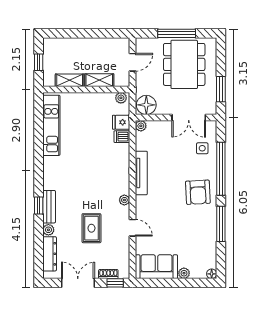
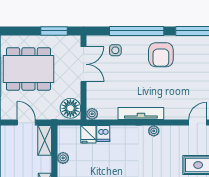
shelving: (99, 80) -> (45, 140), moved
plant: (121, 98) -> (63, 158), moved
armchair: (198, 192) -> (161, 55), turned 93
plant: (124, 200) -> (154, 131), moved

